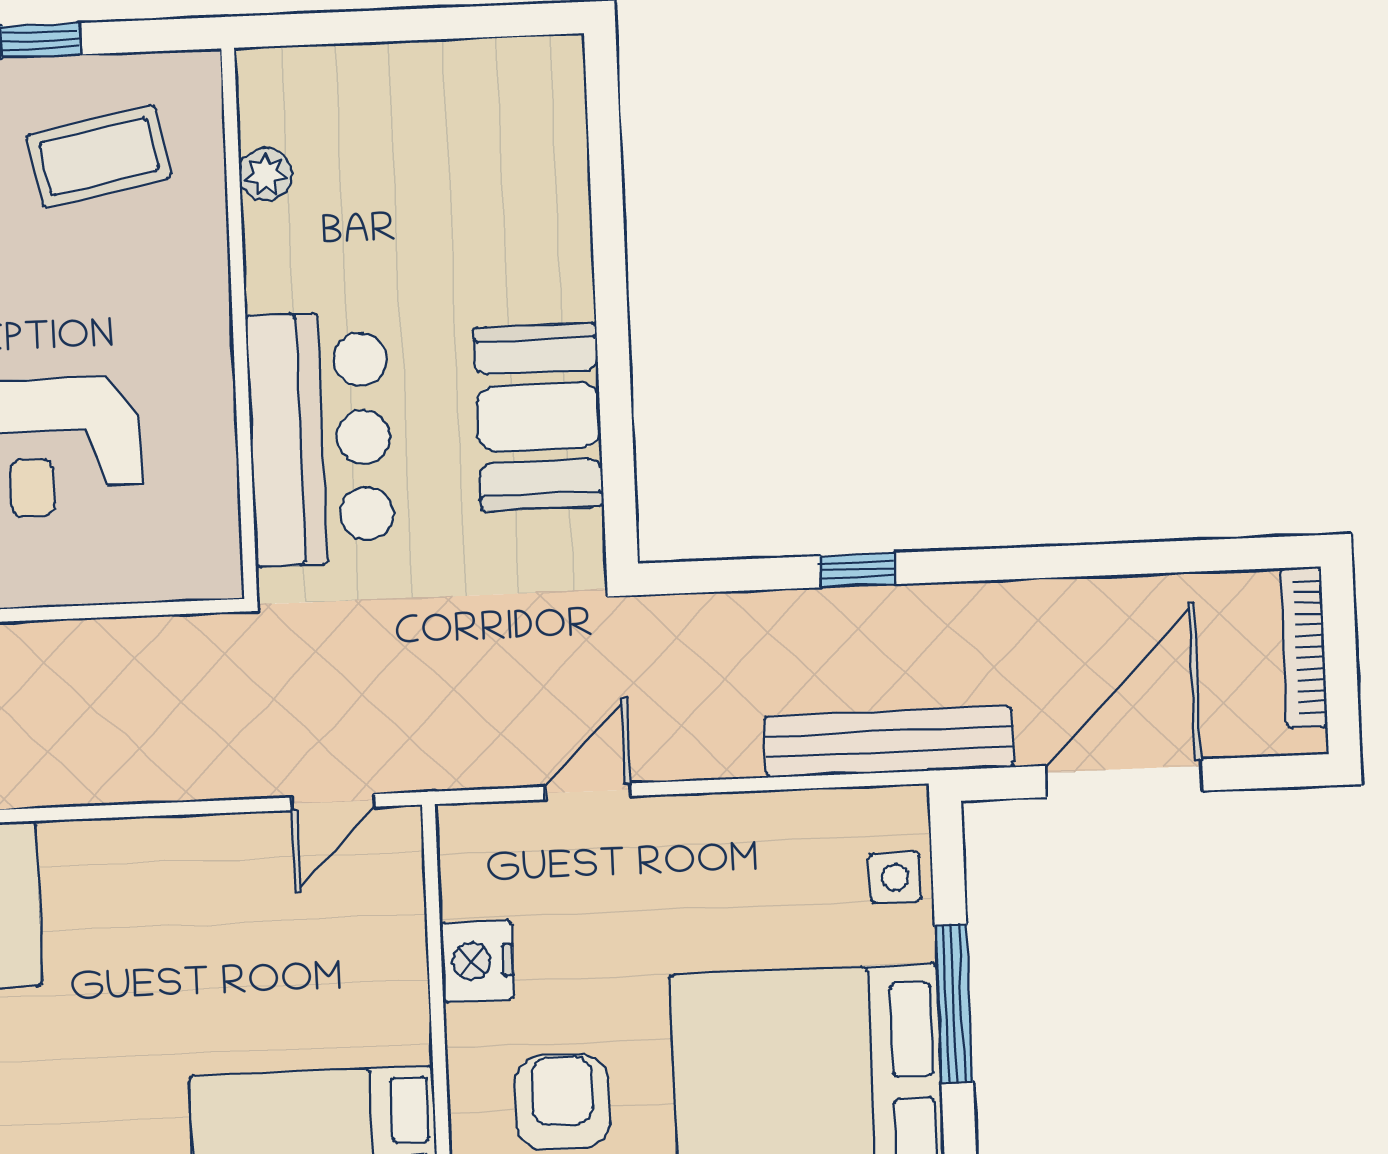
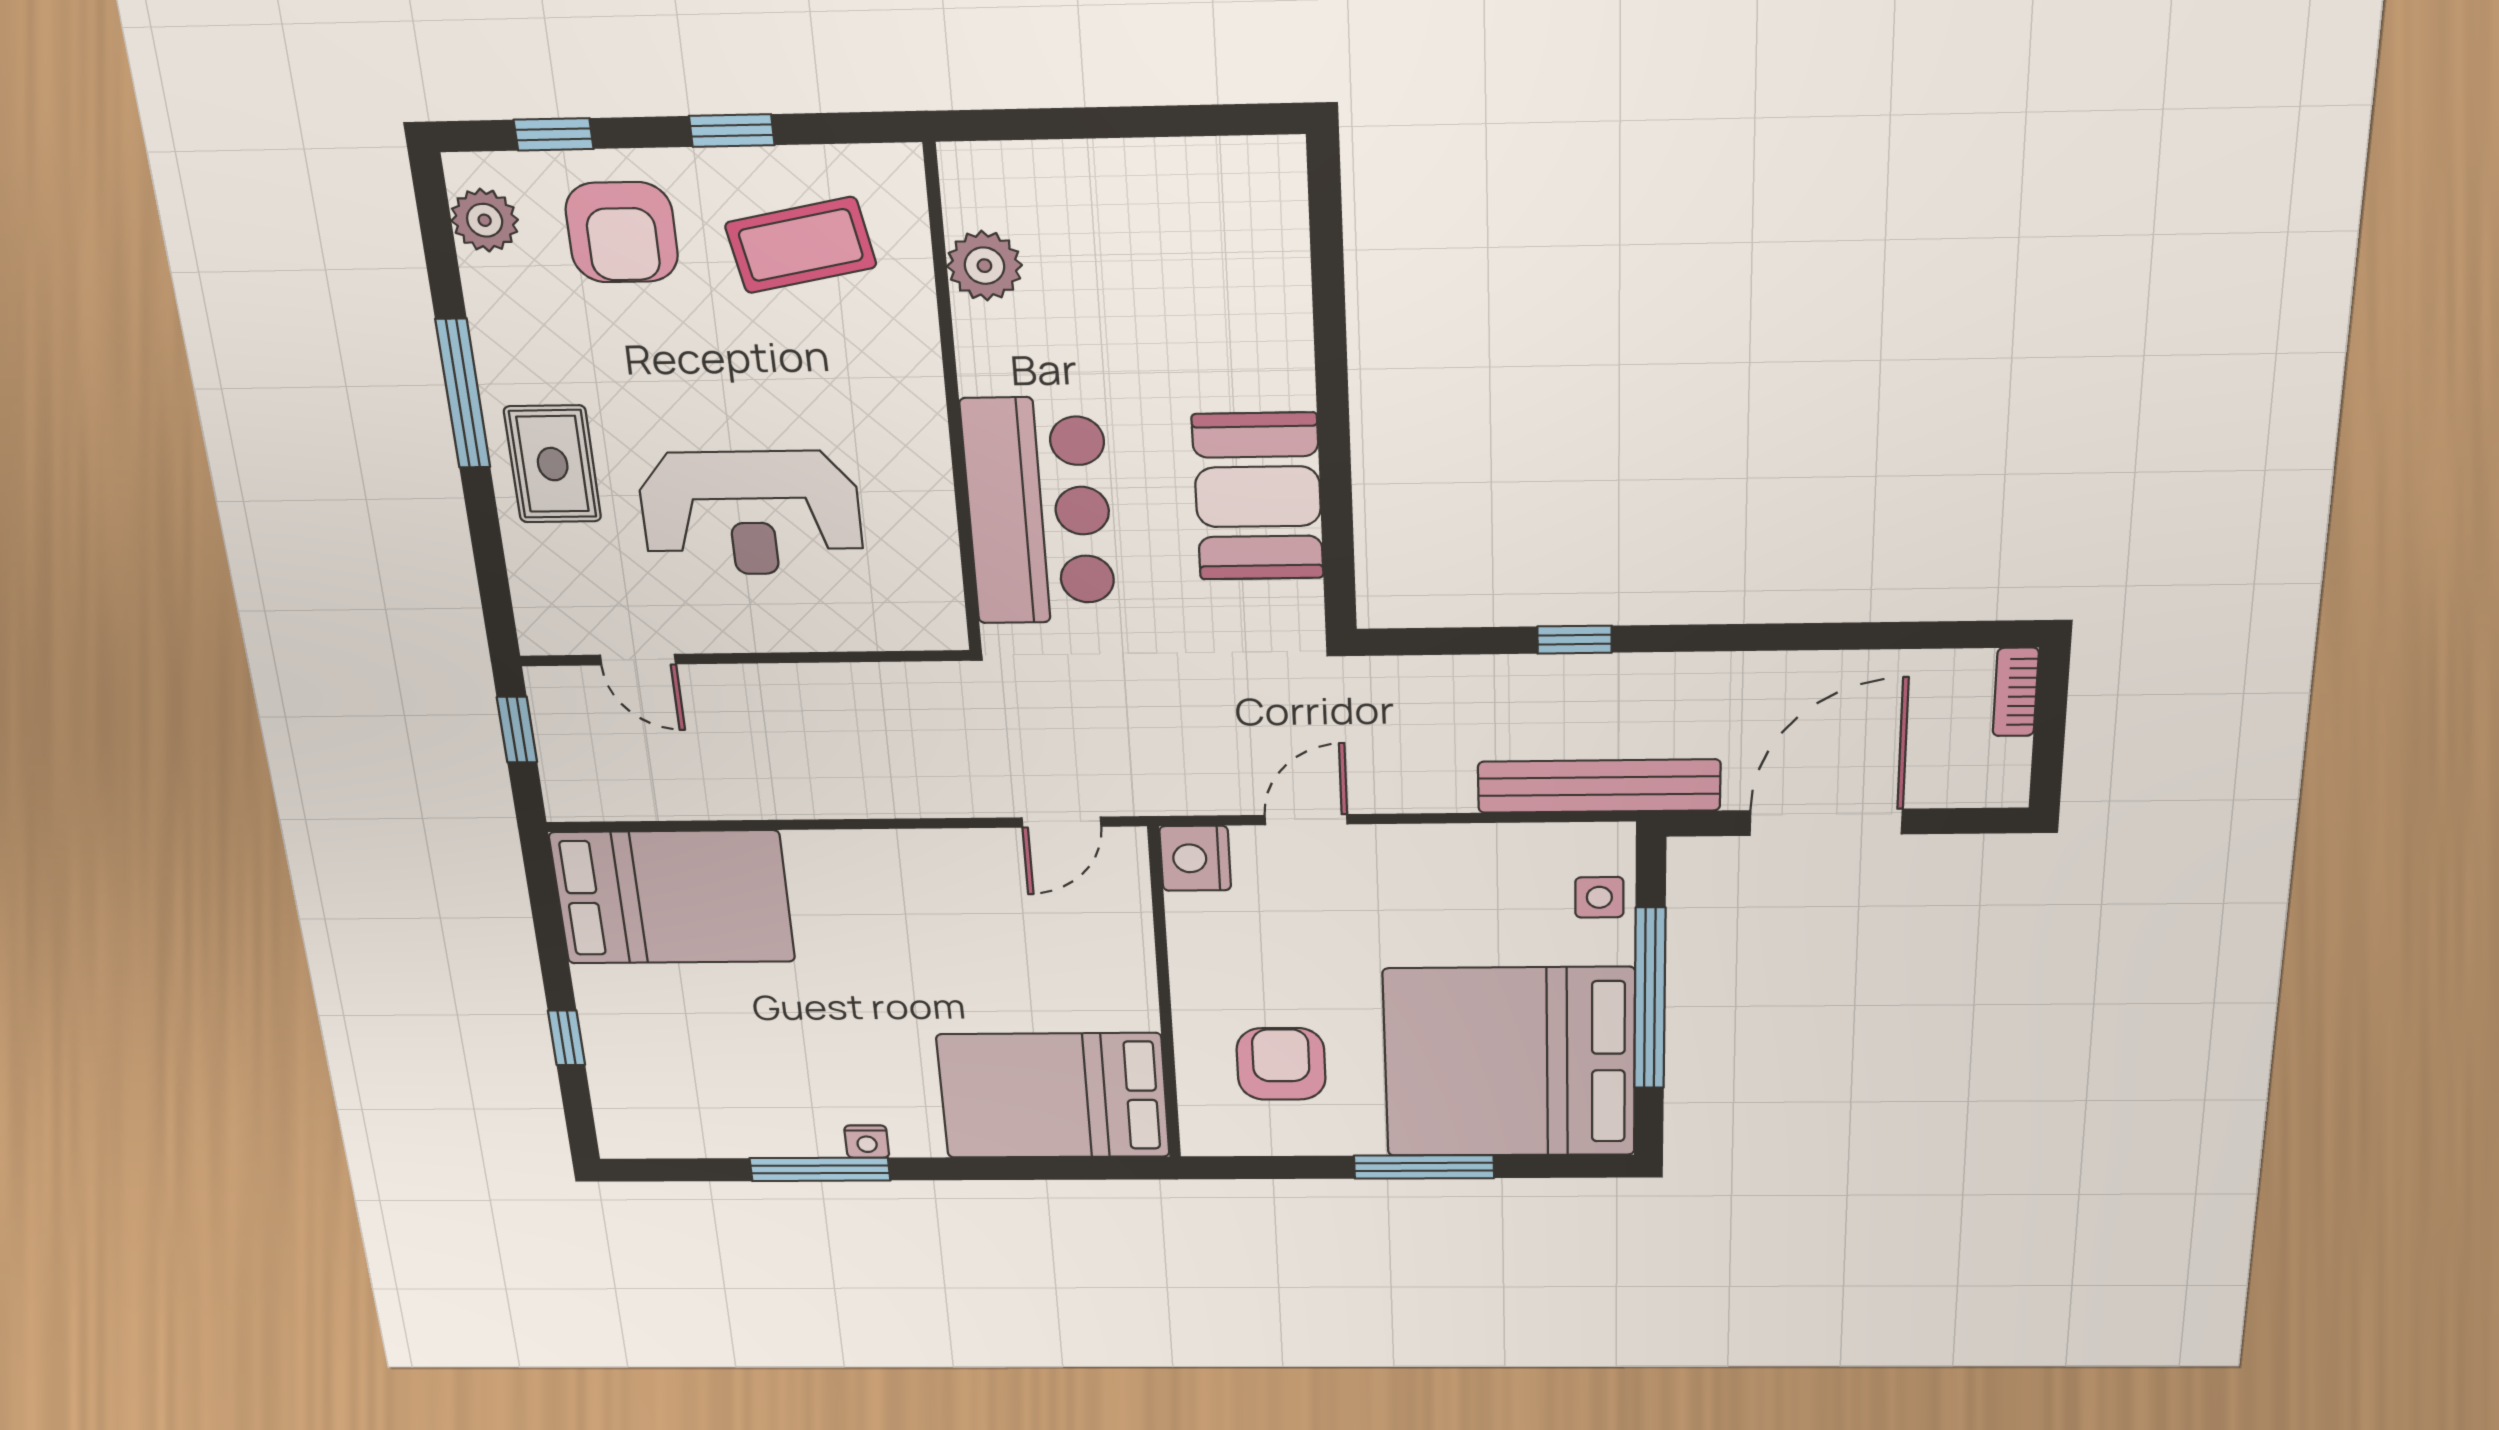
plant: (266, 175) -> (984, 266), width x1.38, depth x1.38
bookcase: (1304, 647) -> (2016, 692), width x0.64
nightstand: (477, 961) -> (1195, 858), moved
window: (954, 1004) -> (1650, 999), width x1.46

